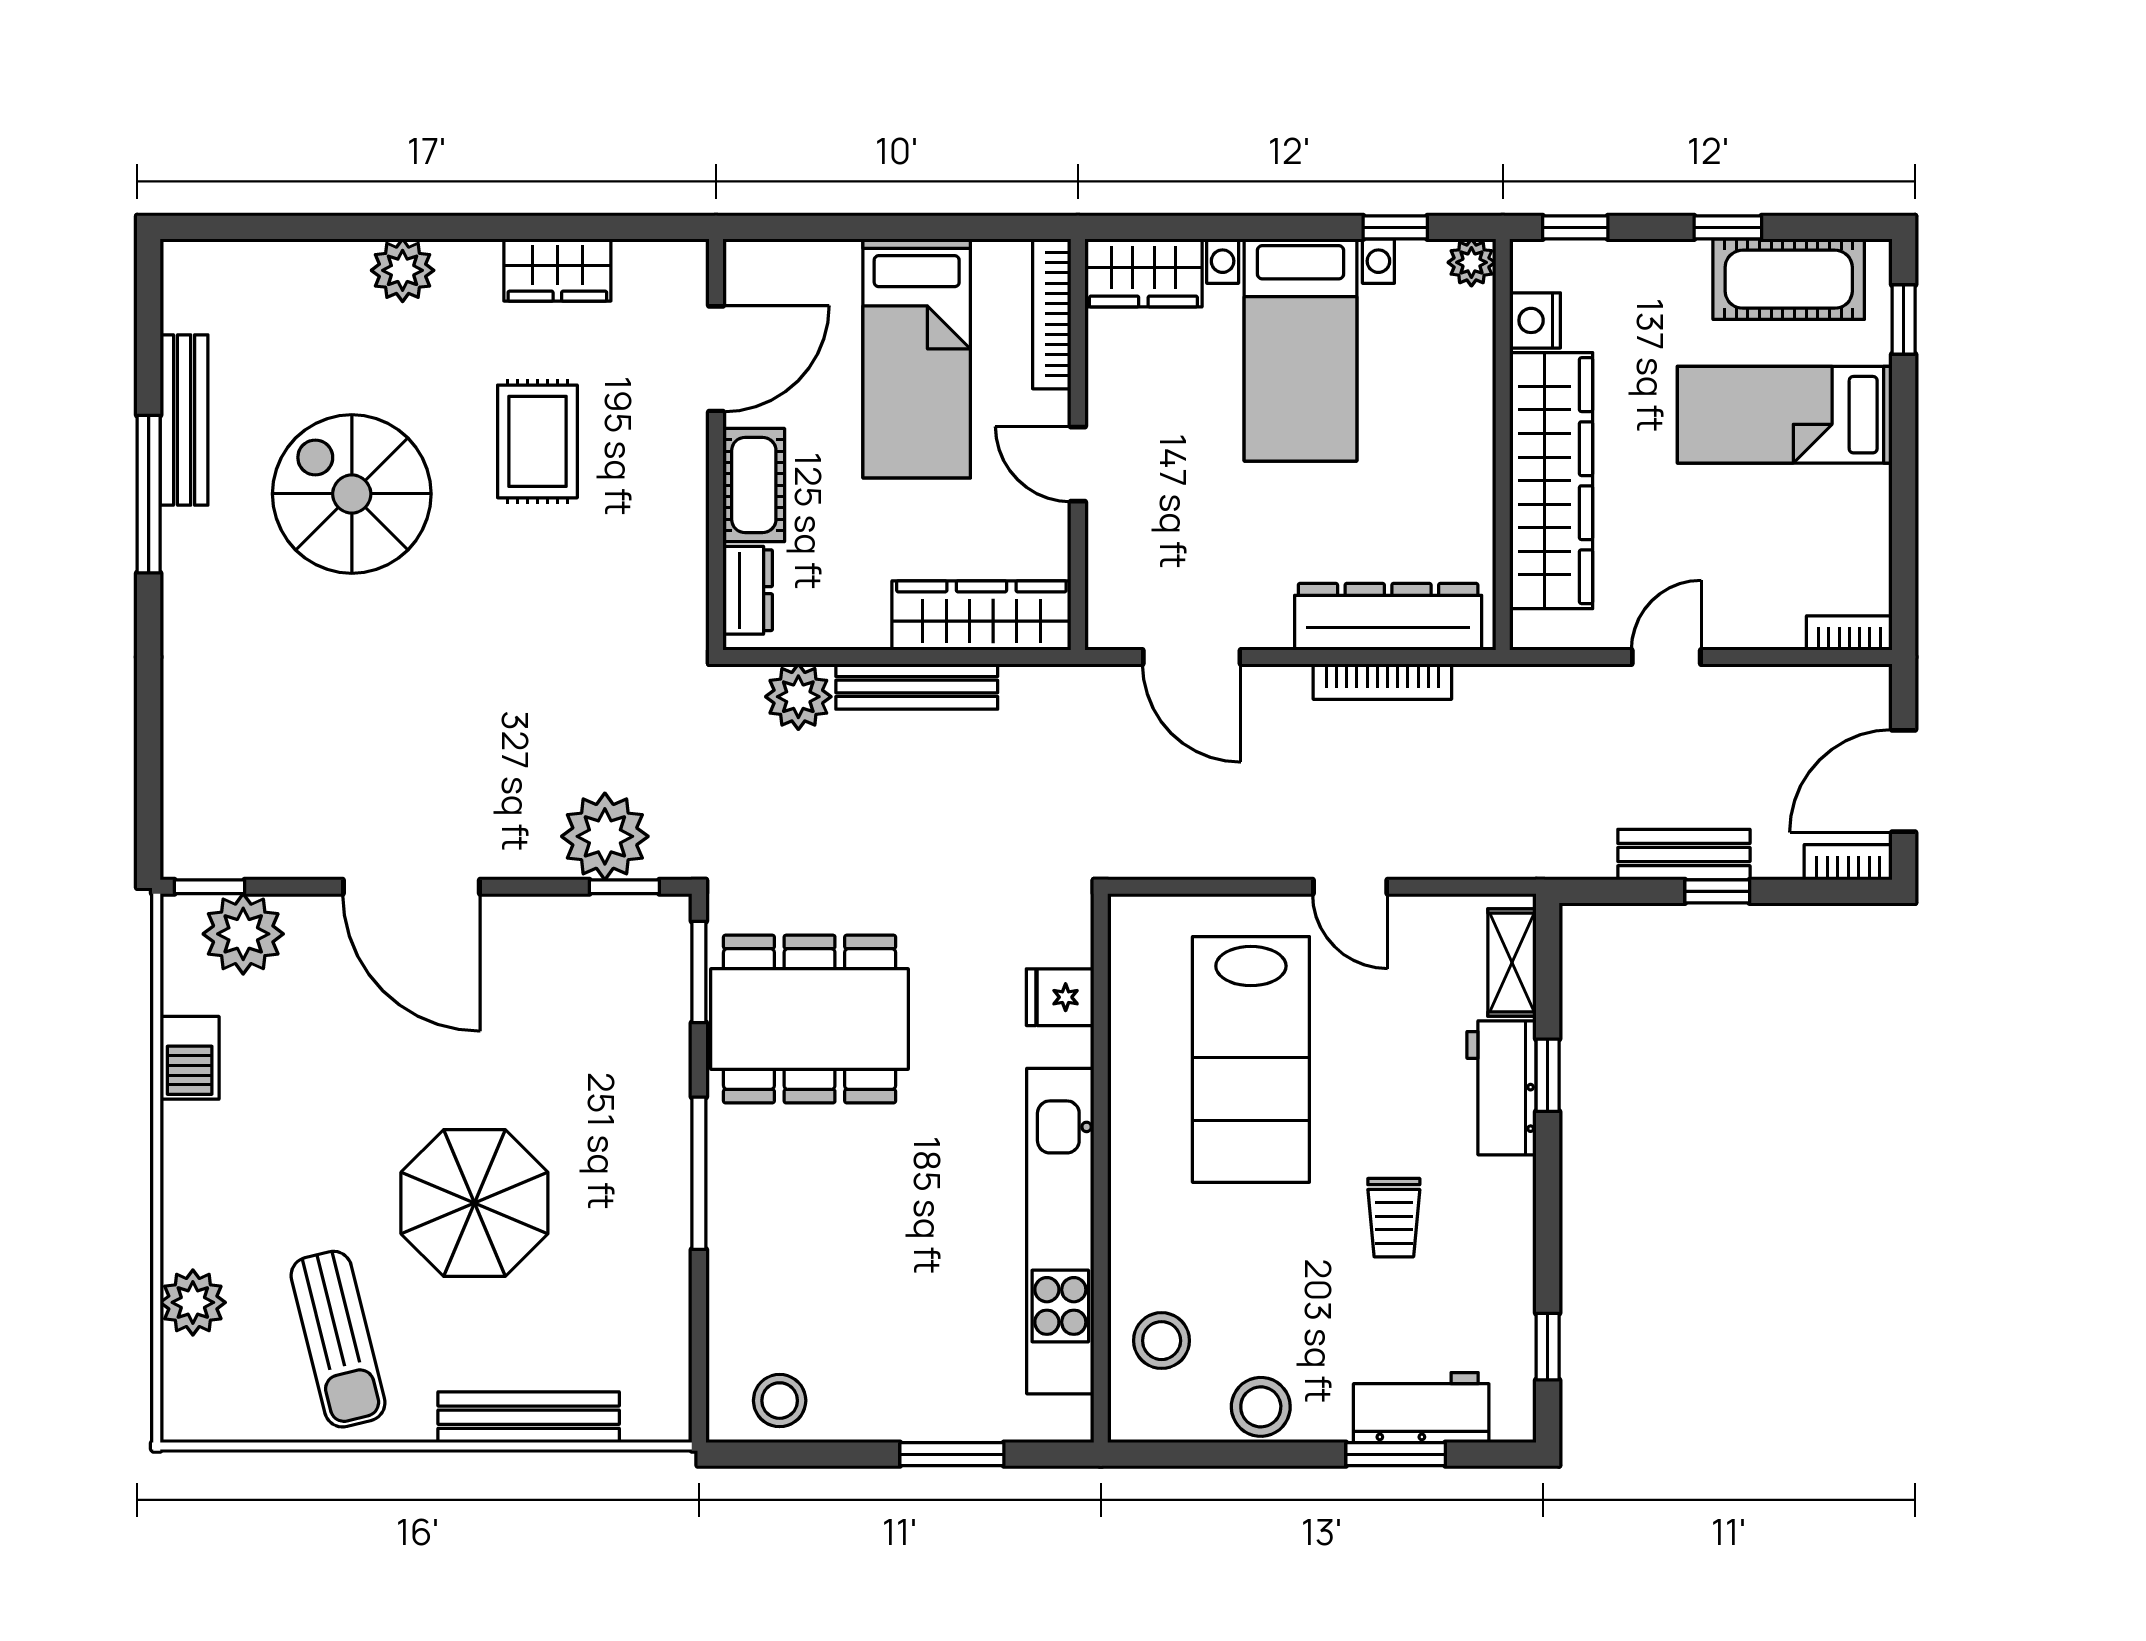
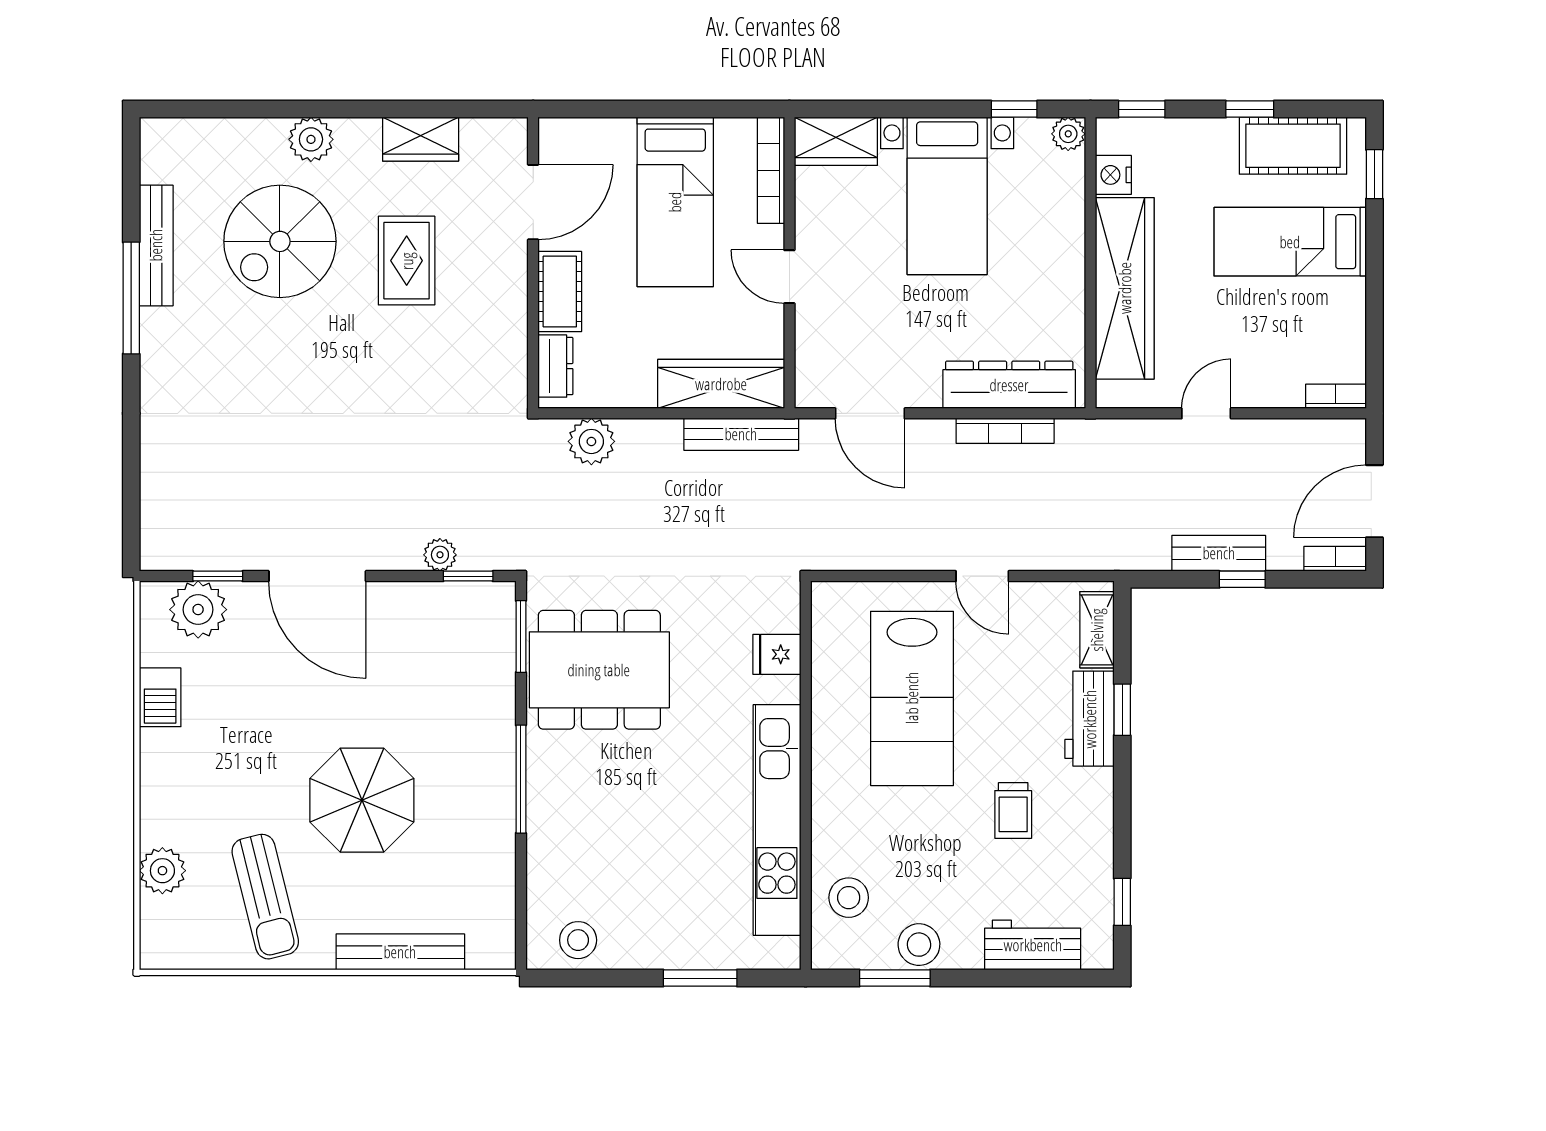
spiral stairs: (352, 494) -> (280, 241), moved, turned -90
bench: (917, 687) -> (741, 434), moved
plant: (605, 836) -> (440, 555), width x0.53, depth x0.53
window: (210, 887) -> (218, 576), moved
window: (1396, 1454) -> (895, 978), moved

